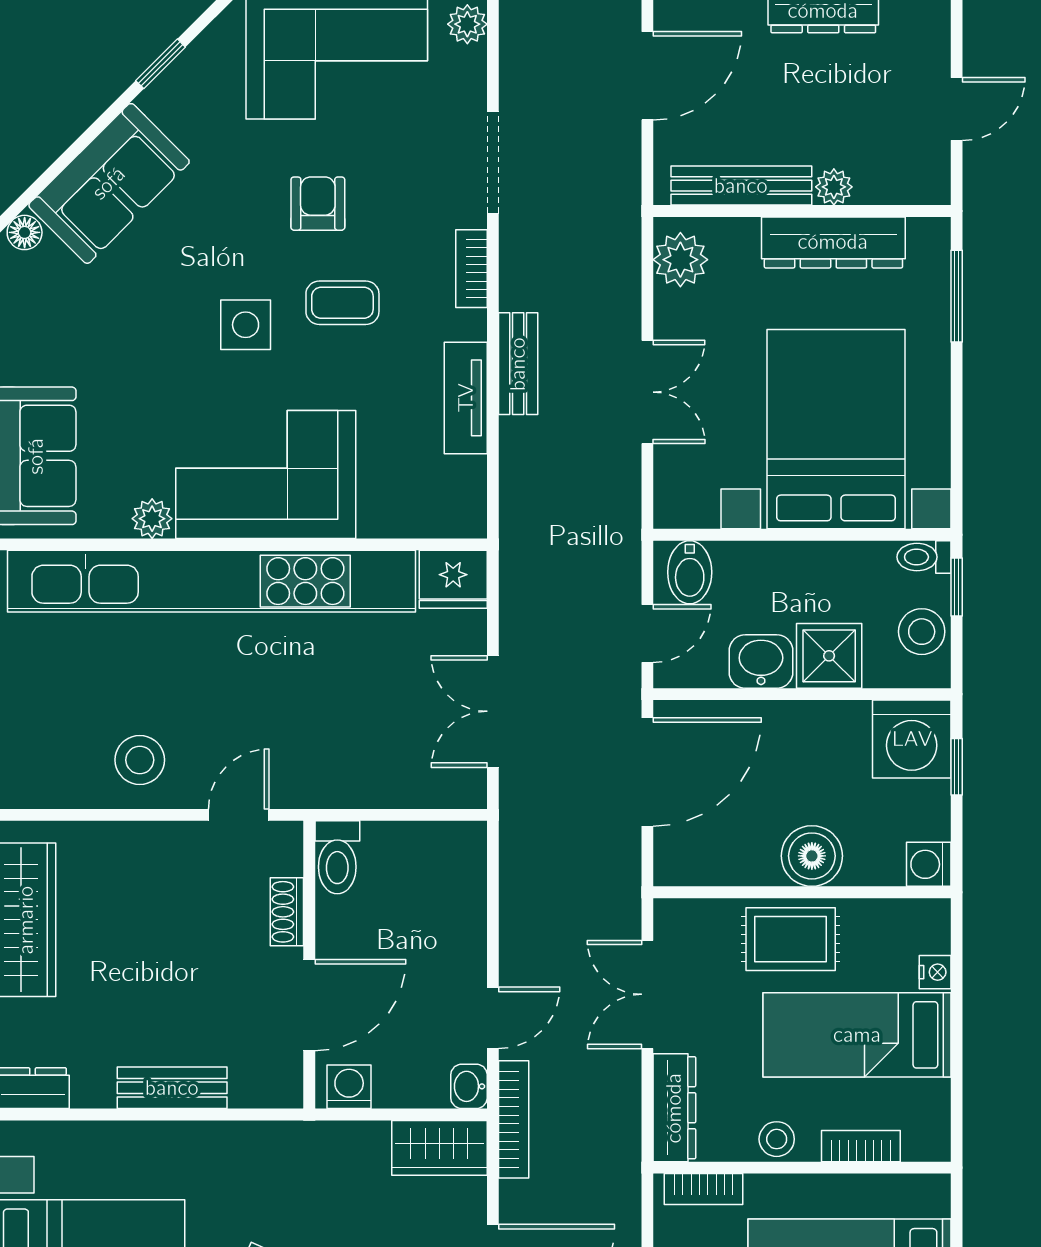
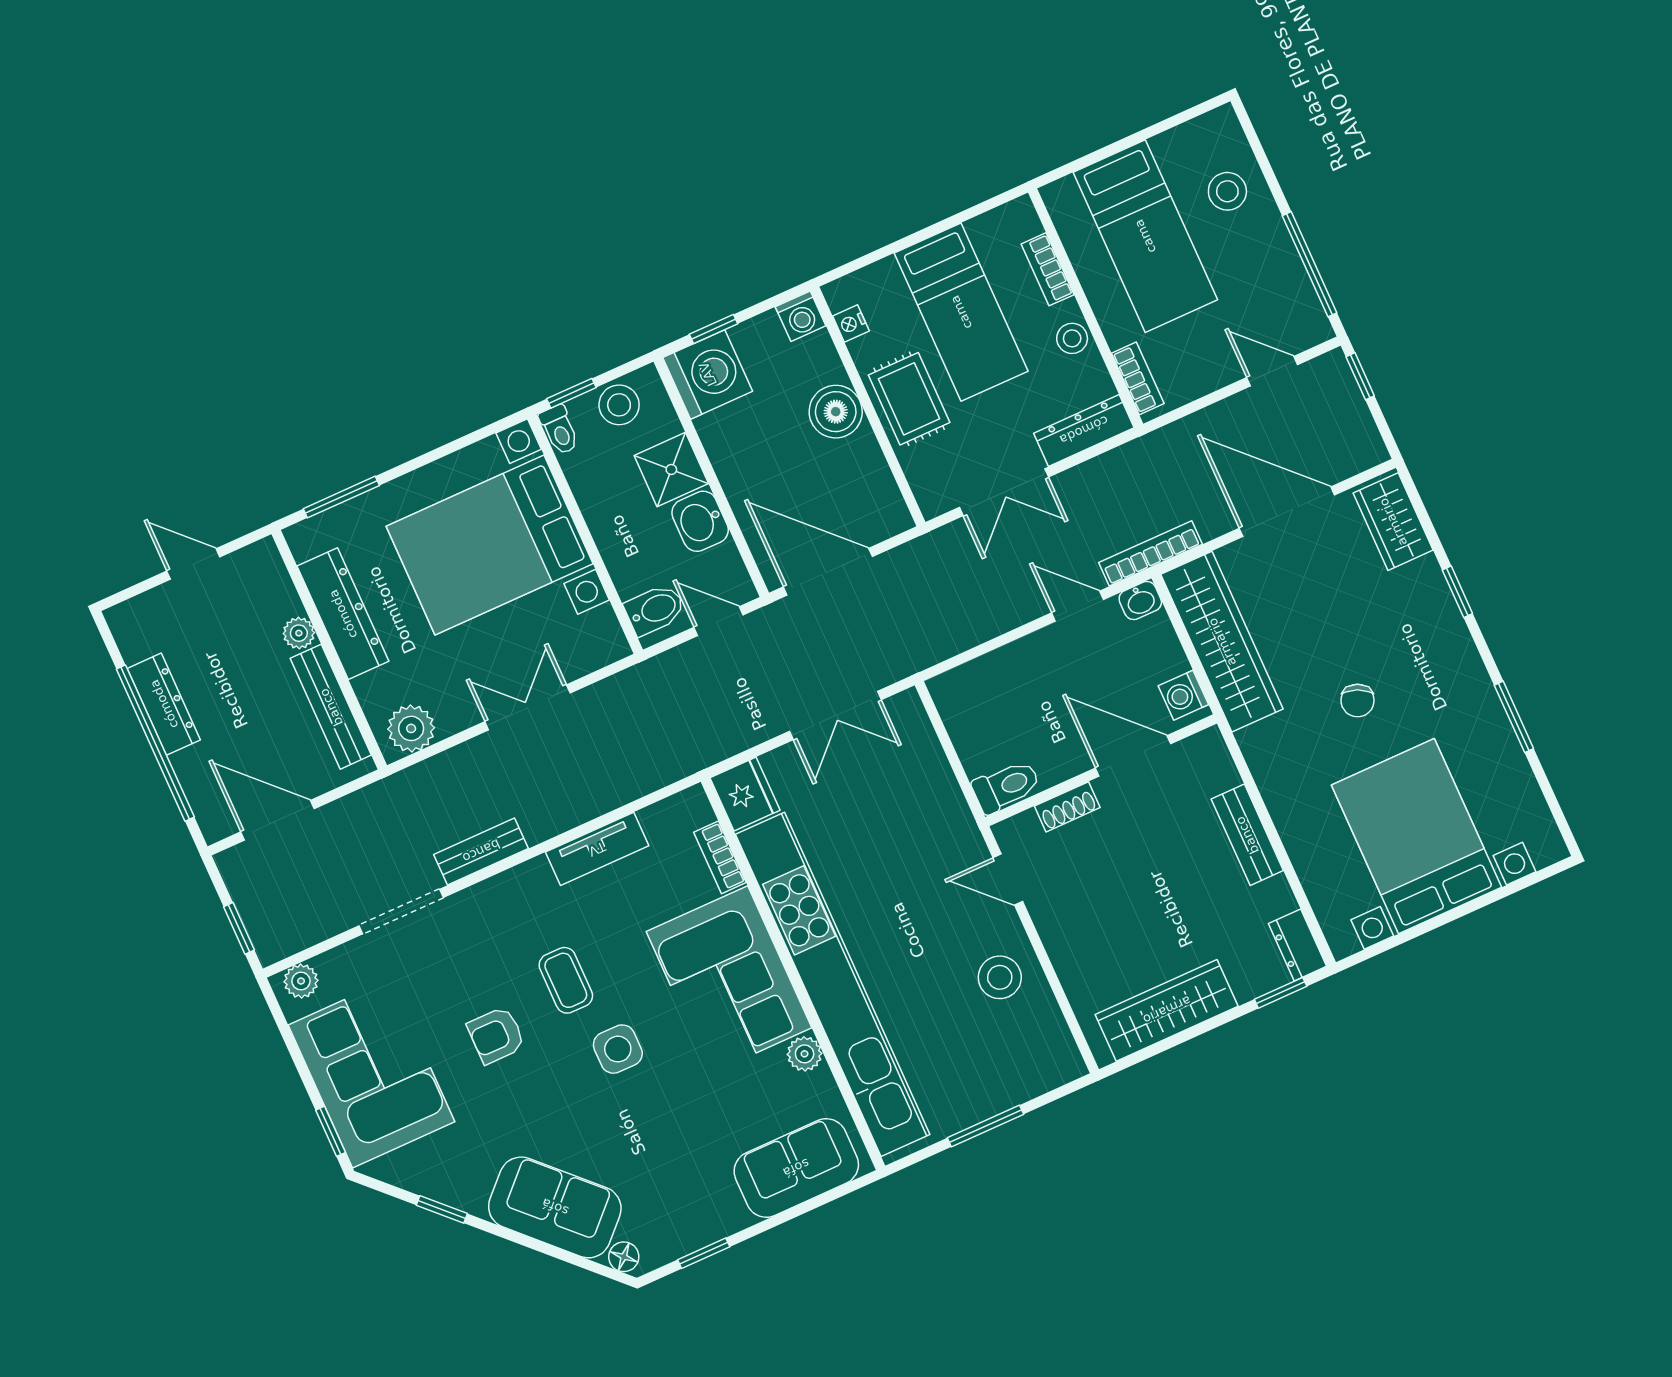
bookcase: (471, 269) -> (720, 857), moved, turned 90
bench: (518, 364) -> (481, 851), moved
nightstand: (935, 972) -> (851, 323), moved, turned -90
wardrobe: (439, 1148) -> (1222, 642), width x2.10, depth x1.17

